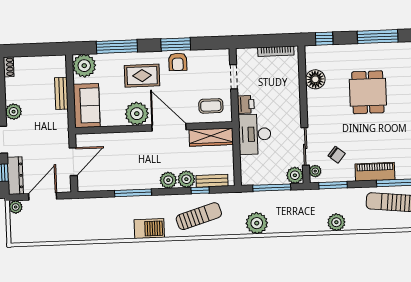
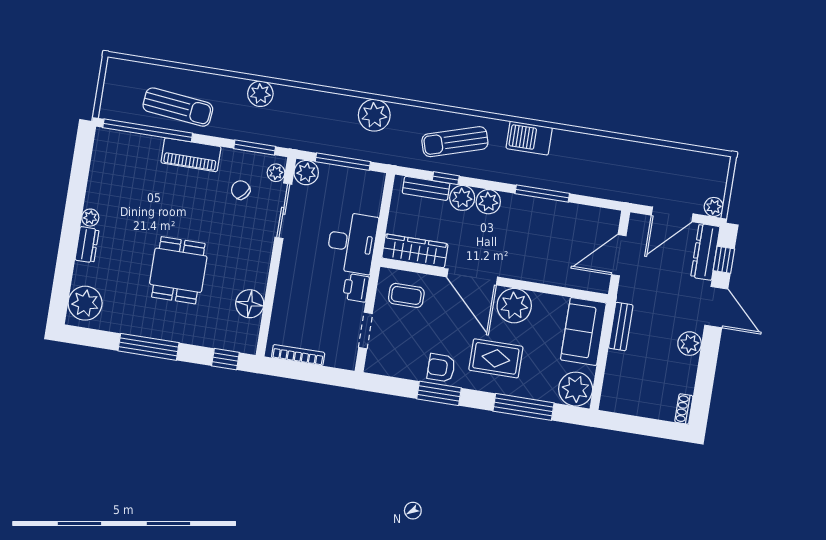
armchair: (178, 62) -> (441, 368), turned -90
bench: (61, 93) -> (621, 326), moved

